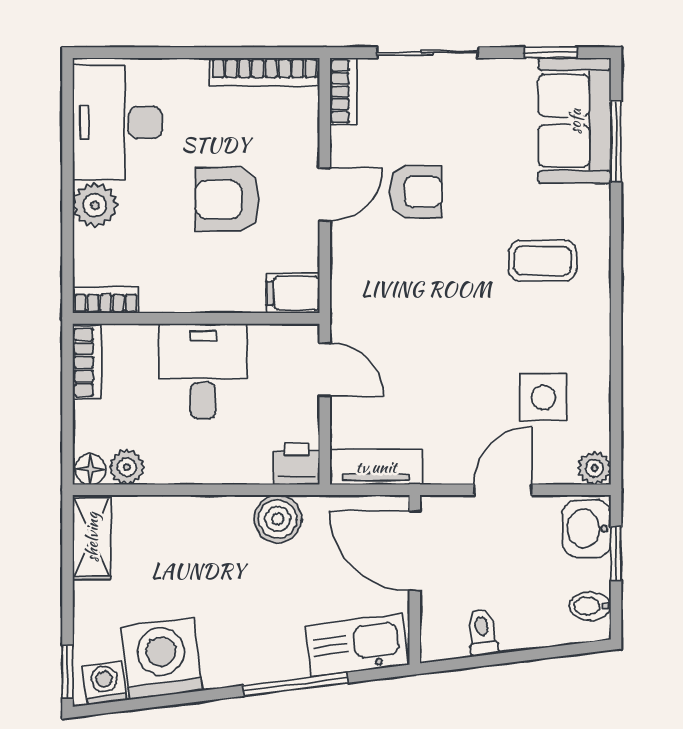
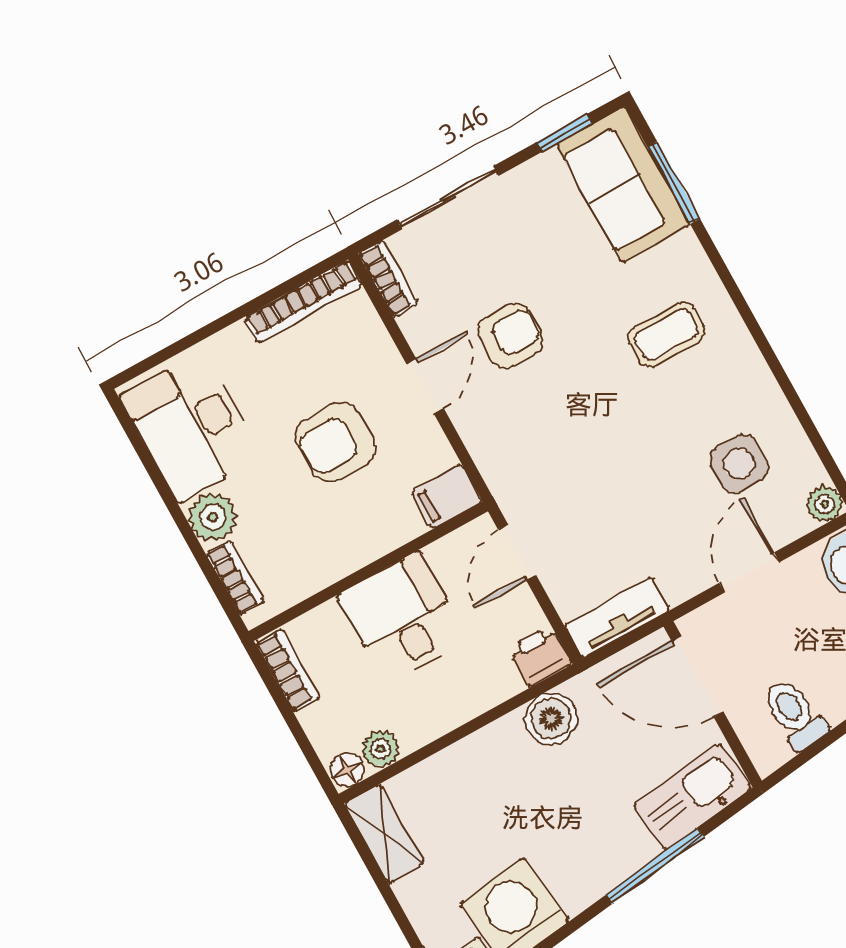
bookcase: (106, 300) -> (235, 578), moved, turned 90
door: (325, 370) -> (517, 552), swing flipped
toilet: (482, 632) -> (795, 714), width x1.37, depth x1.39

